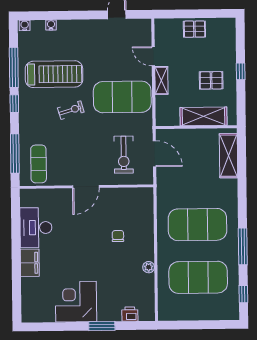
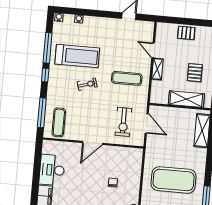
pallet: (211, 80) -> (195, 73), turned 90
exercise mat: (122, 97) -> (127, 78), width x0.50, depth x0.69

